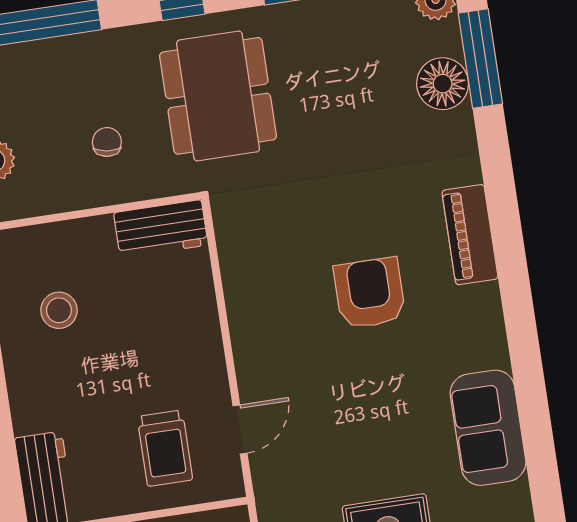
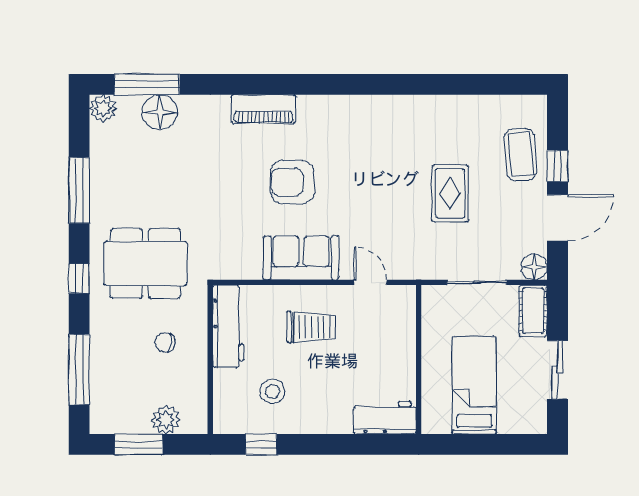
workbench: (161, 229) -> (228, 326), width x1.38
sofa: (488, 428) -> (301, 258), moved, turned 180
trolley: (165, 448) -> (311, 327), moved

